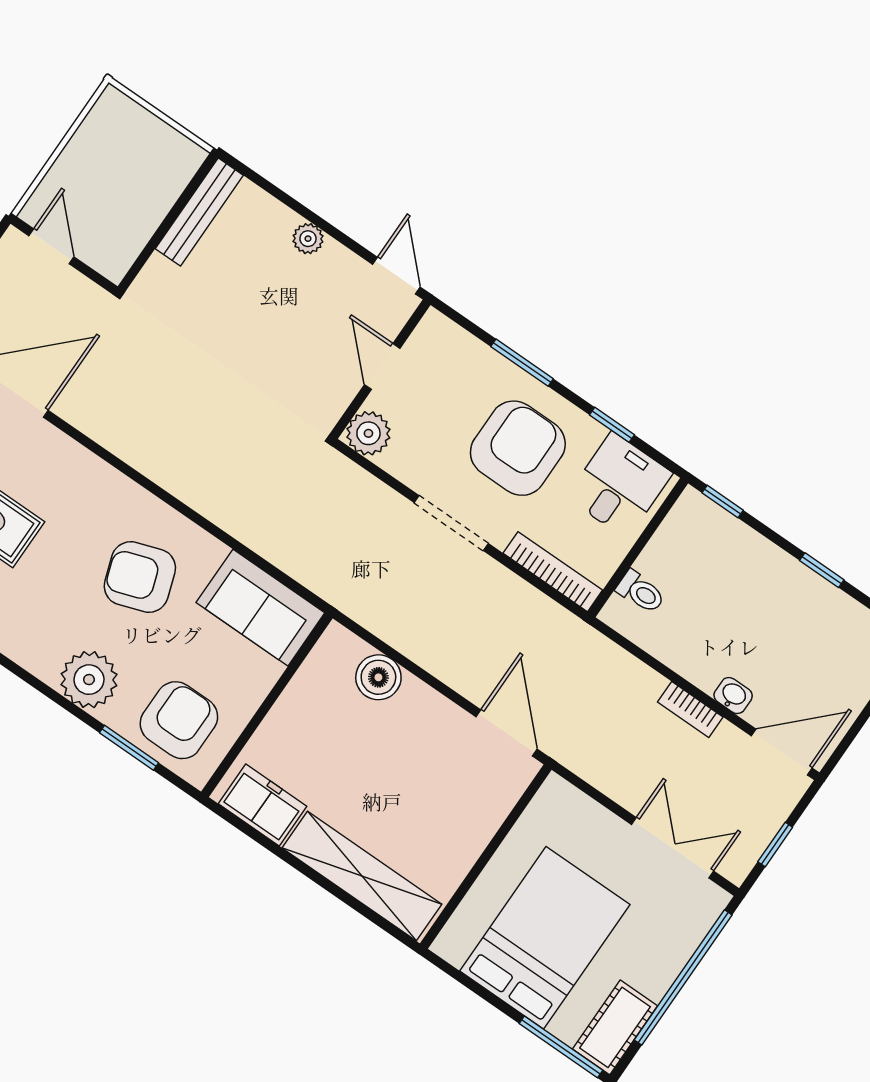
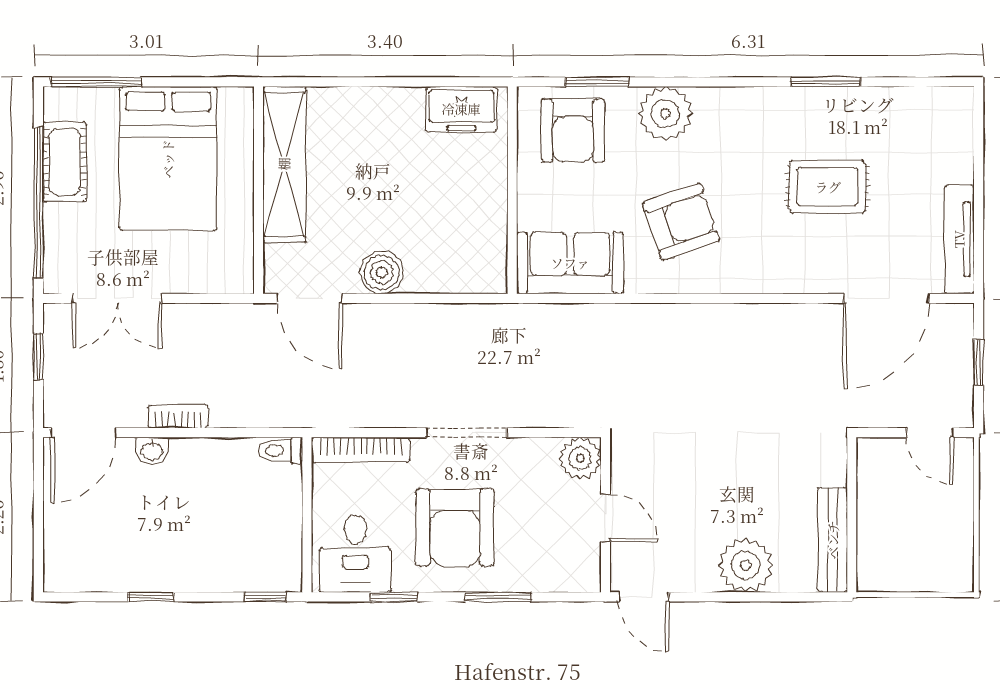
plant: (308, 239) -> (746, 565), width x1.88, depth x1.88
toilet: (641, 592) -> (281, 451), moved
boiler: (378, 677) -> (382, 272), moved
shelving: (362, 876) -> (284, 164), moved, turned 90
cot: (615, 1027) -> (65, 162), moved

